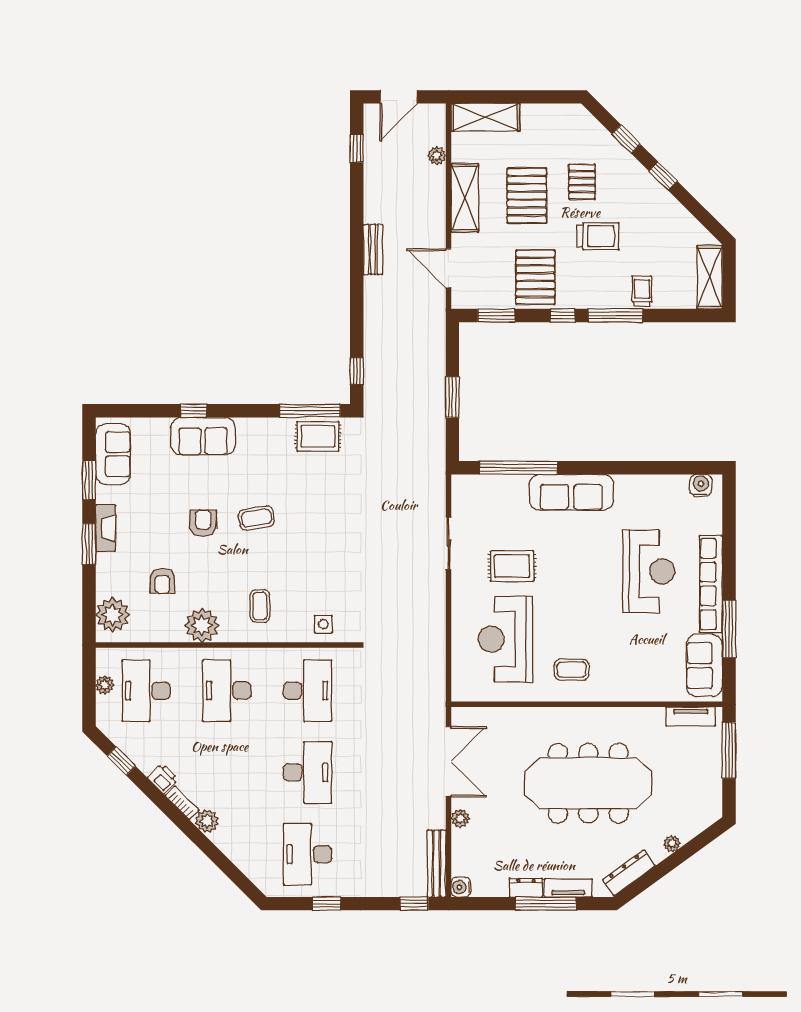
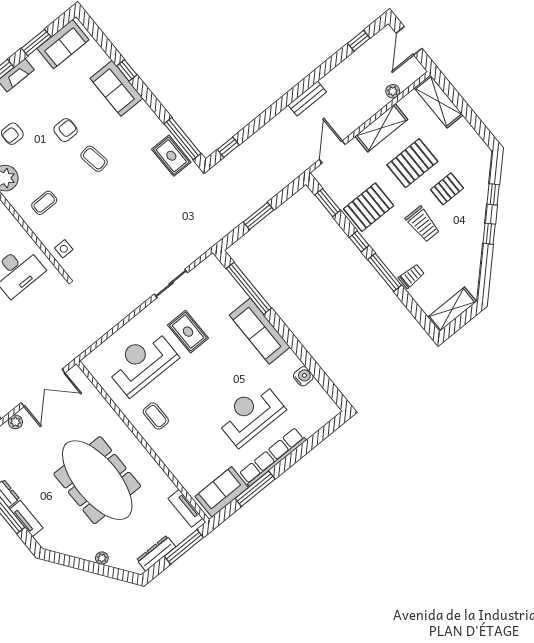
door: (399, 97) -> (409, 41), hinge flipped
water cooler: (701, 485) -> (303, 376), moved
reception desk: (649, 571) -> (250, 414), turned 180
dresser: (629, 873) -> (156, 553), moved, turned -54

